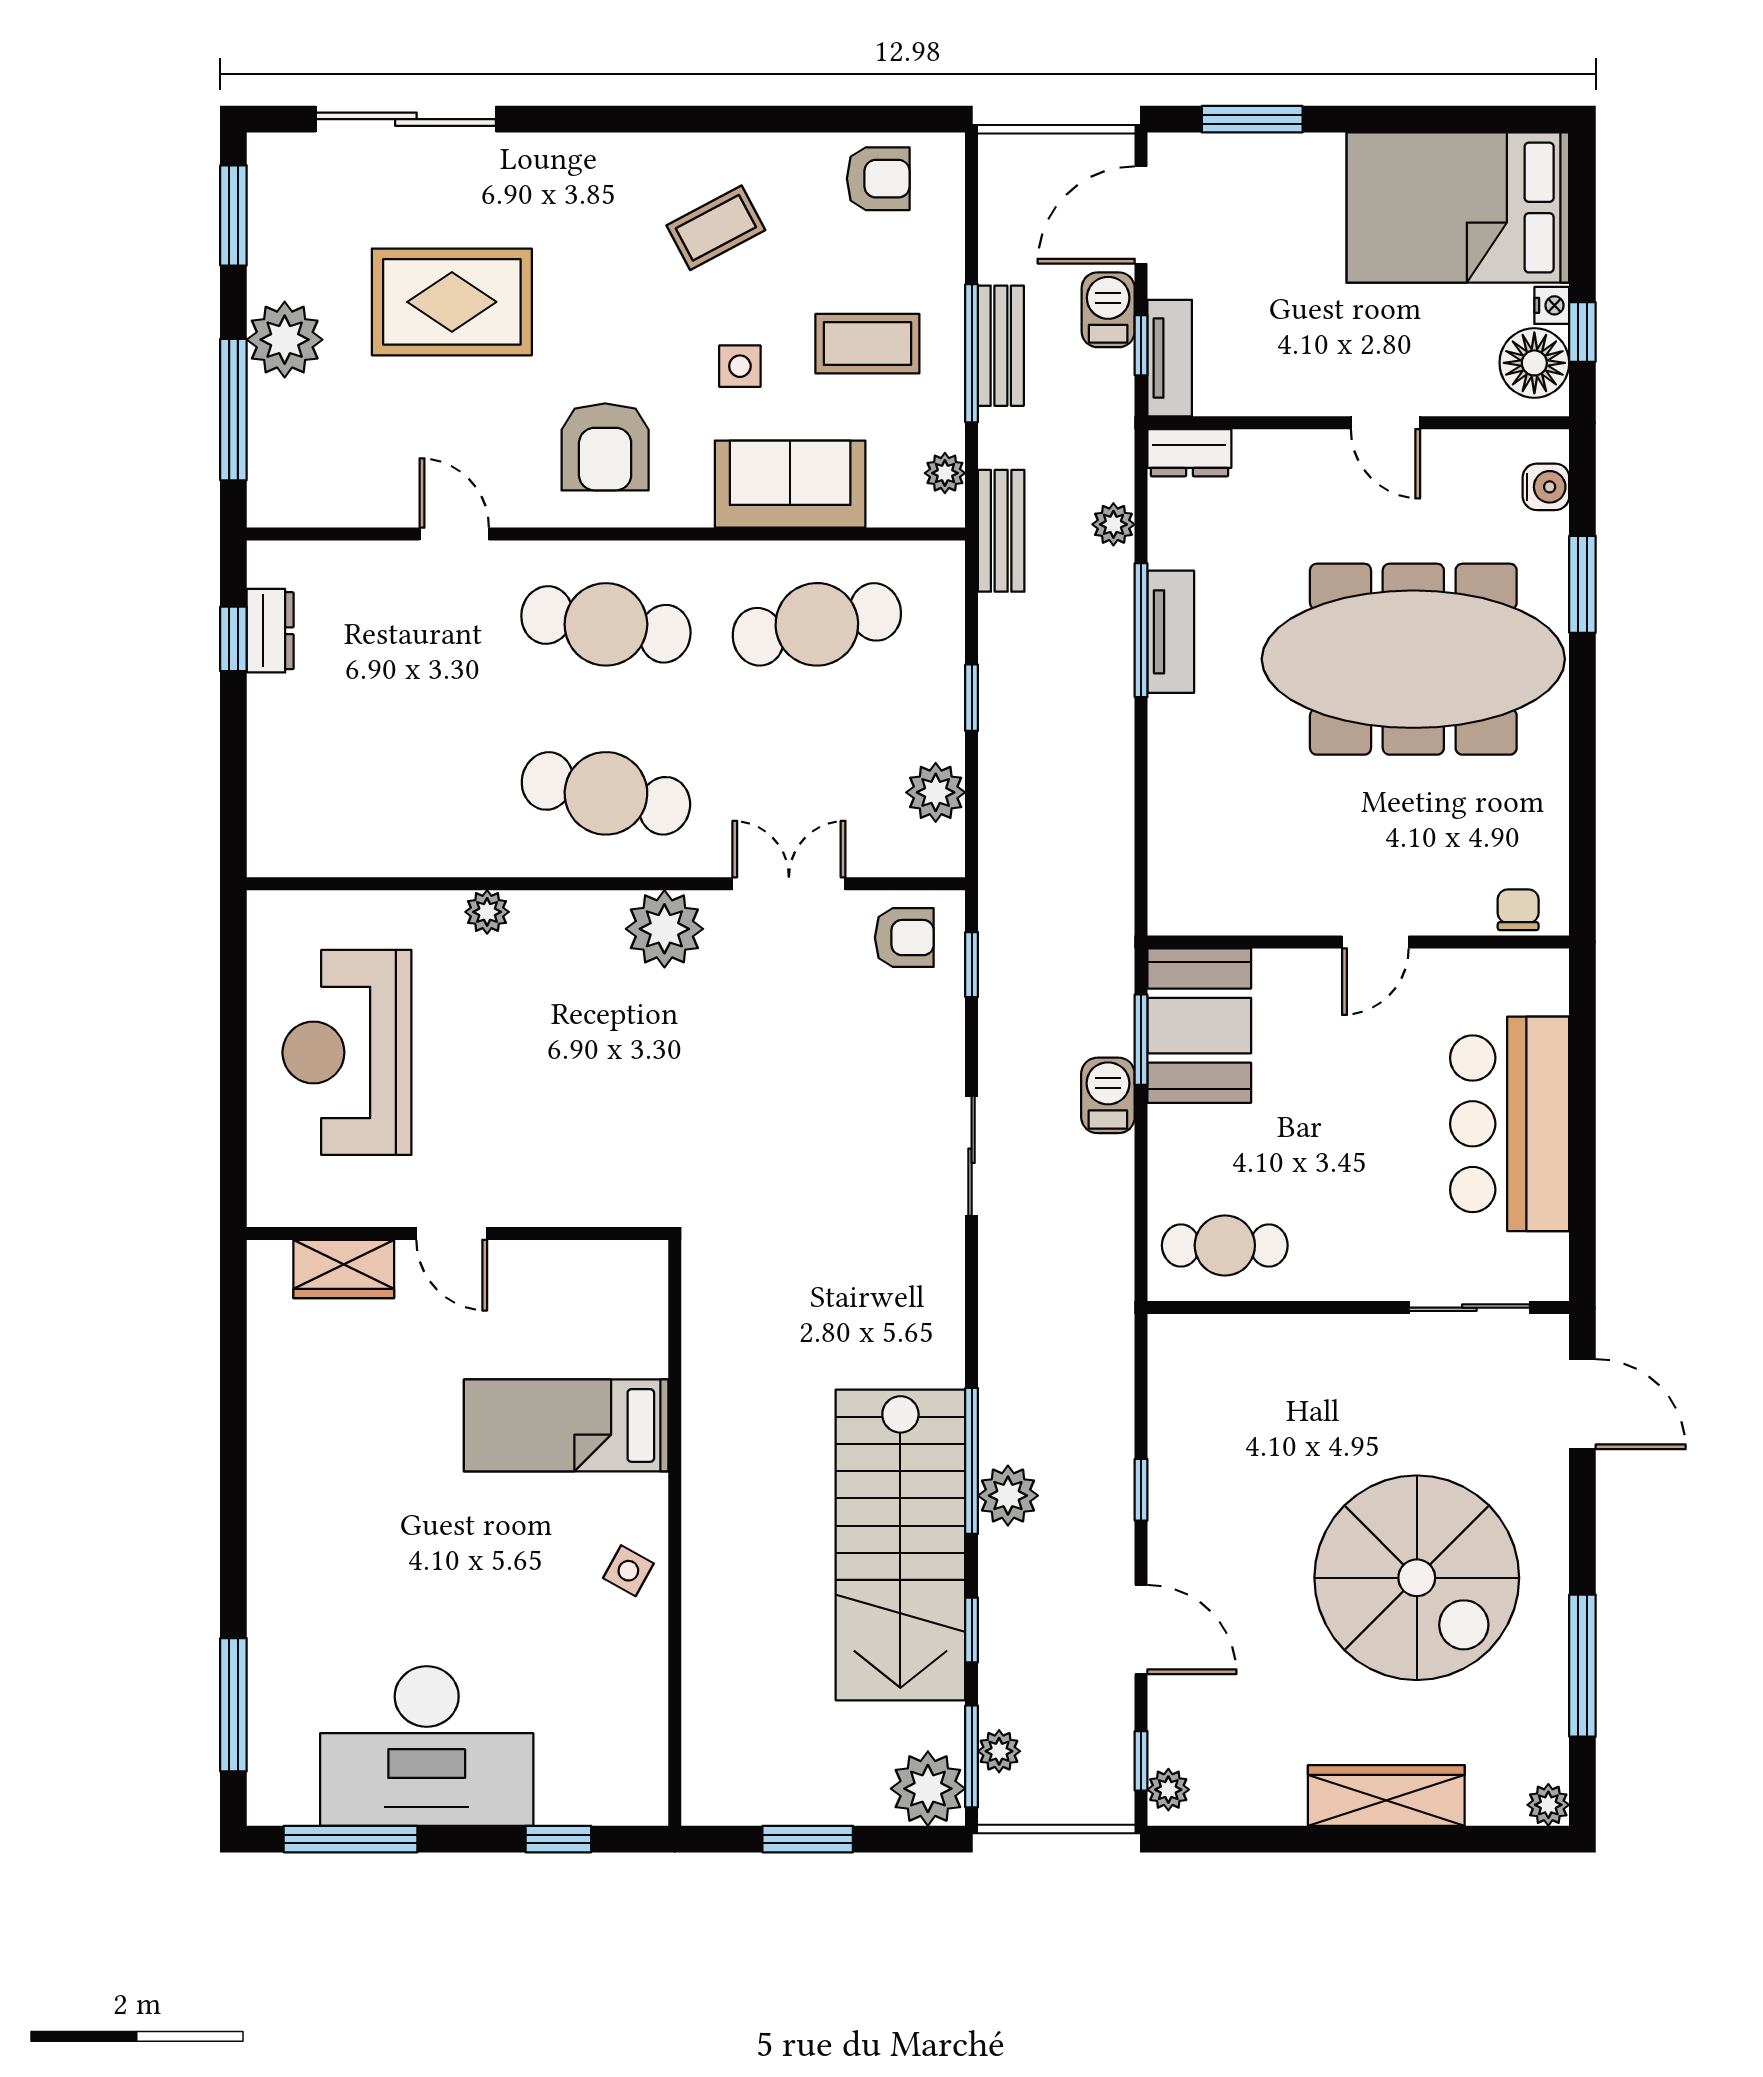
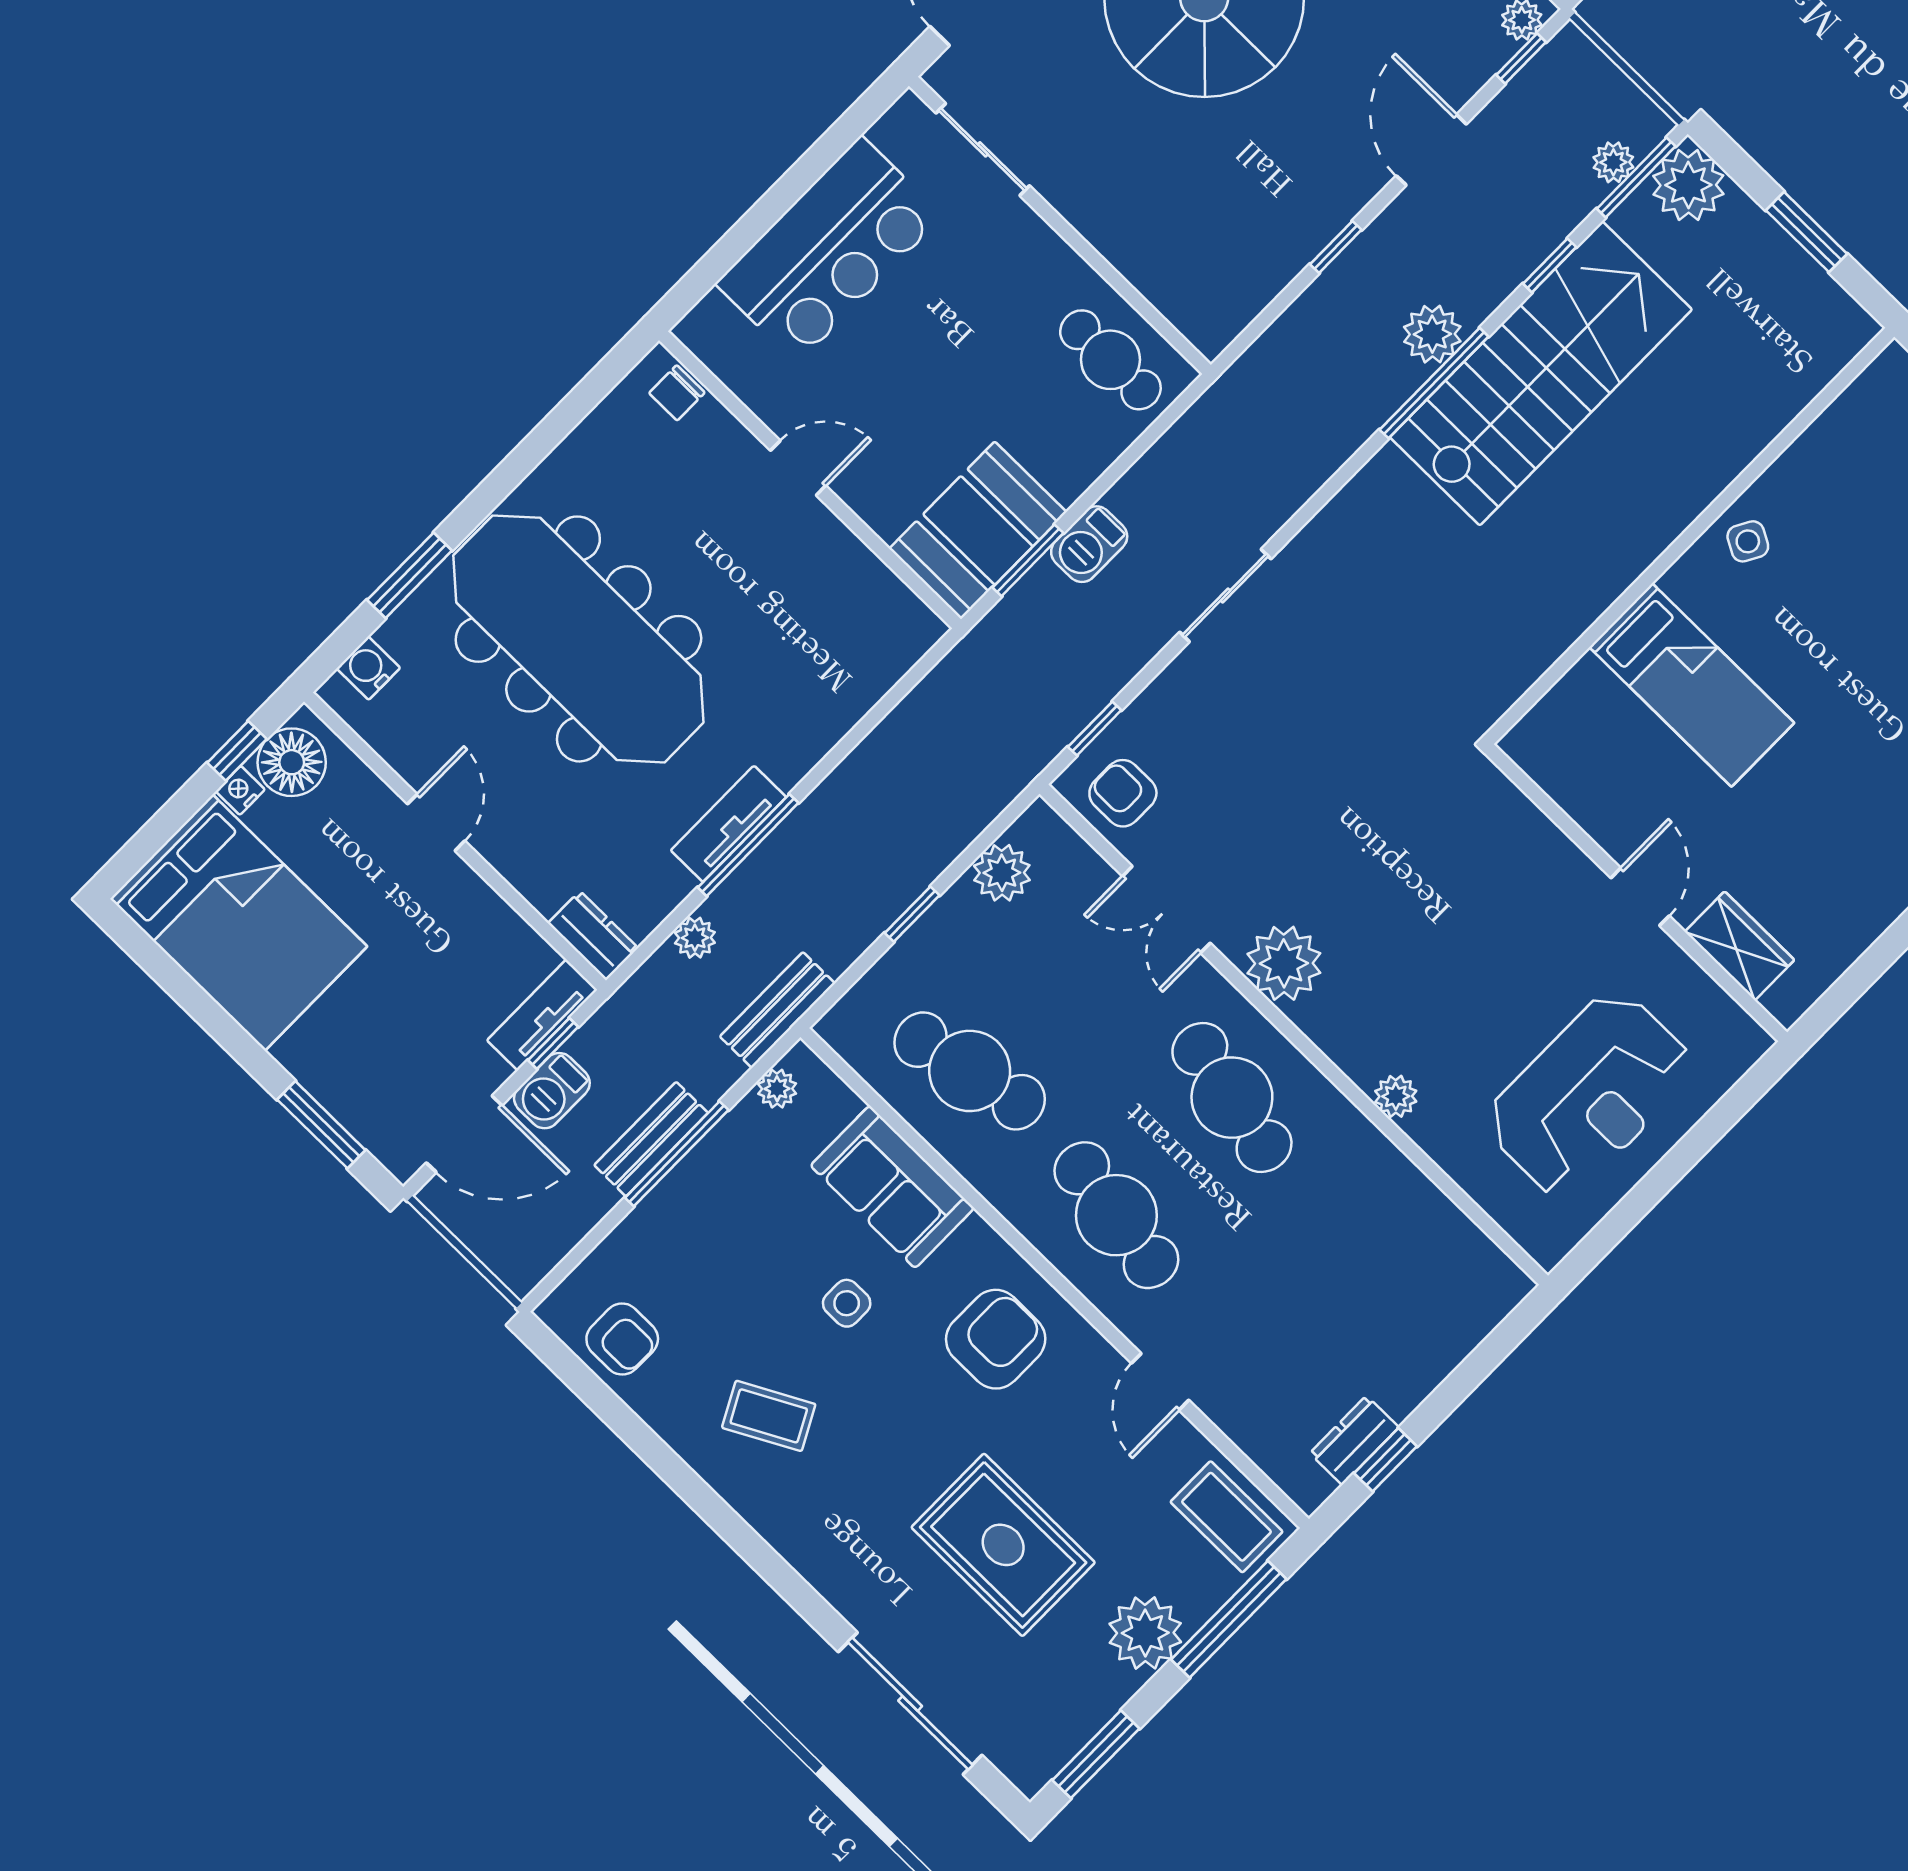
armchair: (878, 179) -> (622, 1339), turned 180
coffee table: (867, 344) -> (1226, 1517), moved

